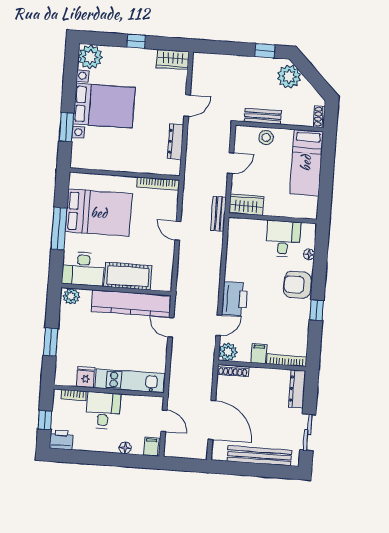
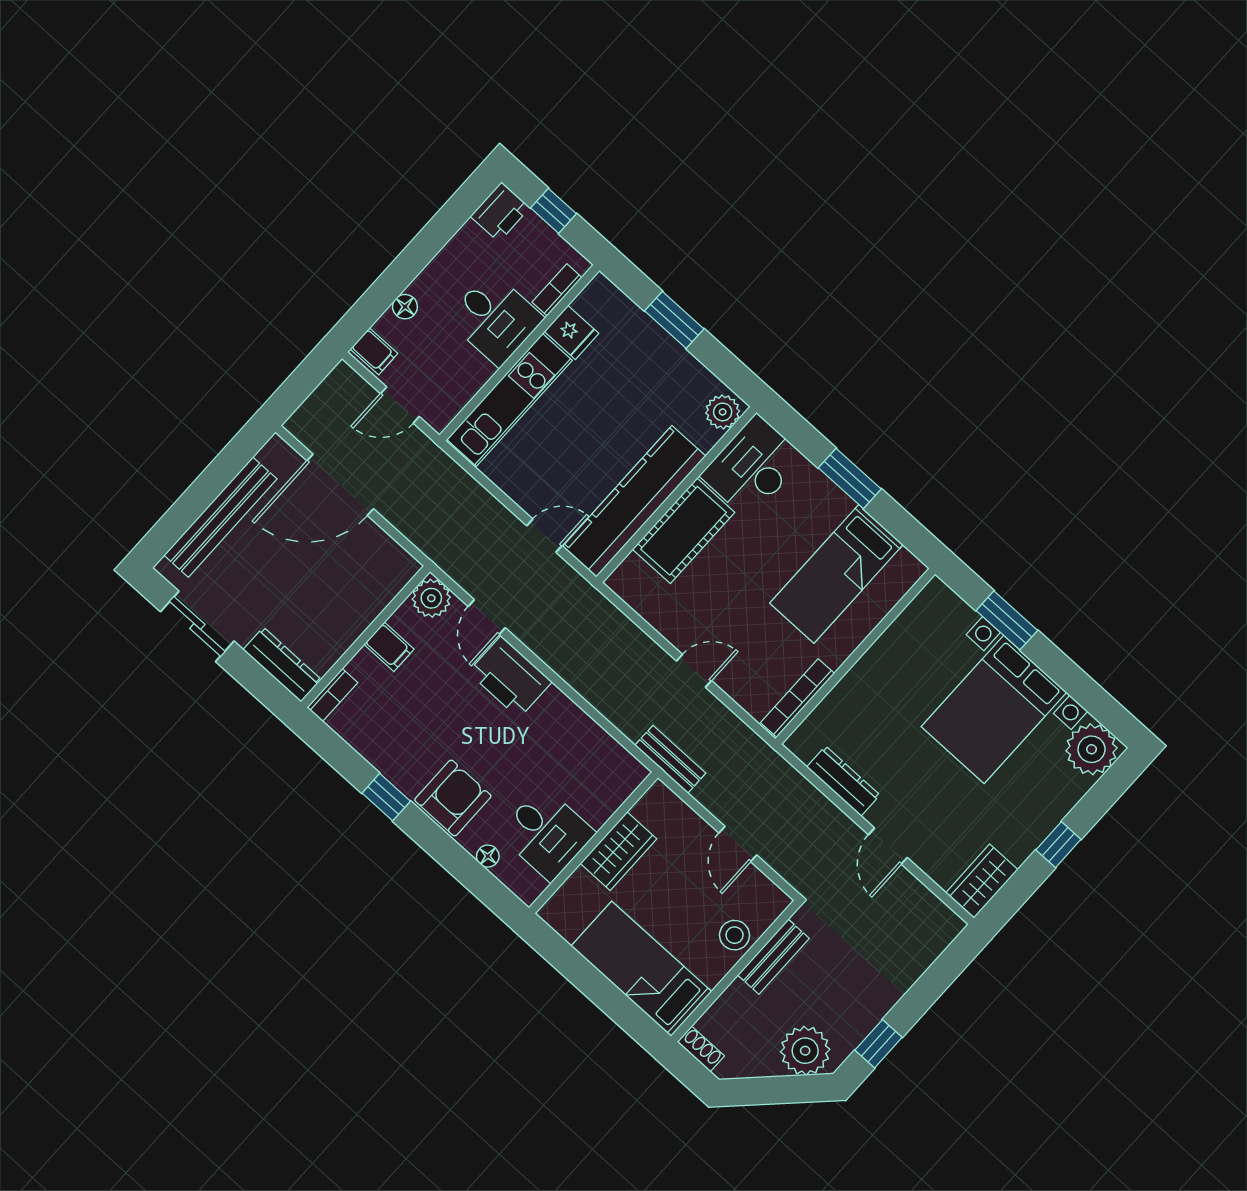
wardrobe: (246, 205) -> (618, 851), moved
bed: (99, 213) -> (836, 574), width x0.67
window: (59, 229) -> (850, 478), width x0.69
bookcase: (287, 360) -> (332, 695), width x0.64
shoe rack: (233, 371) -> (394, 582), removed

